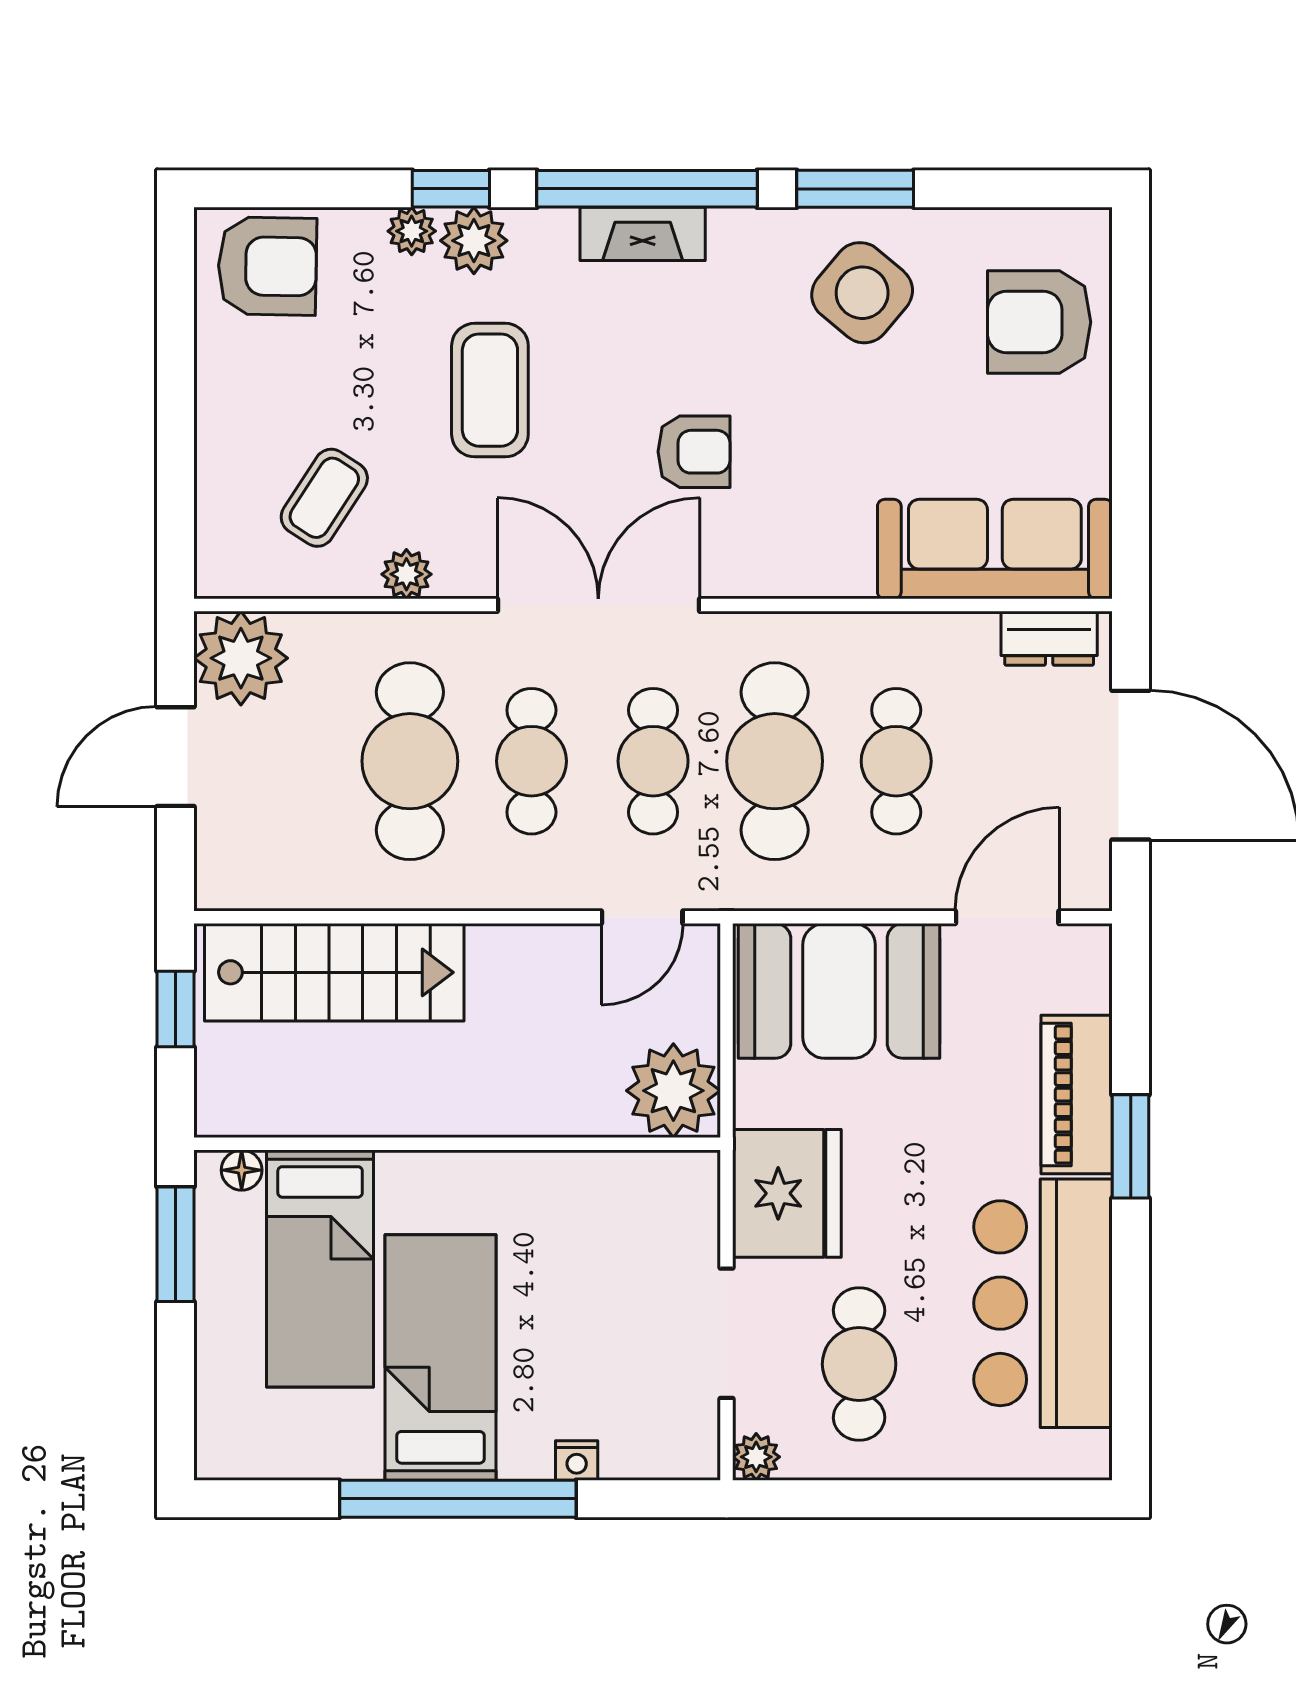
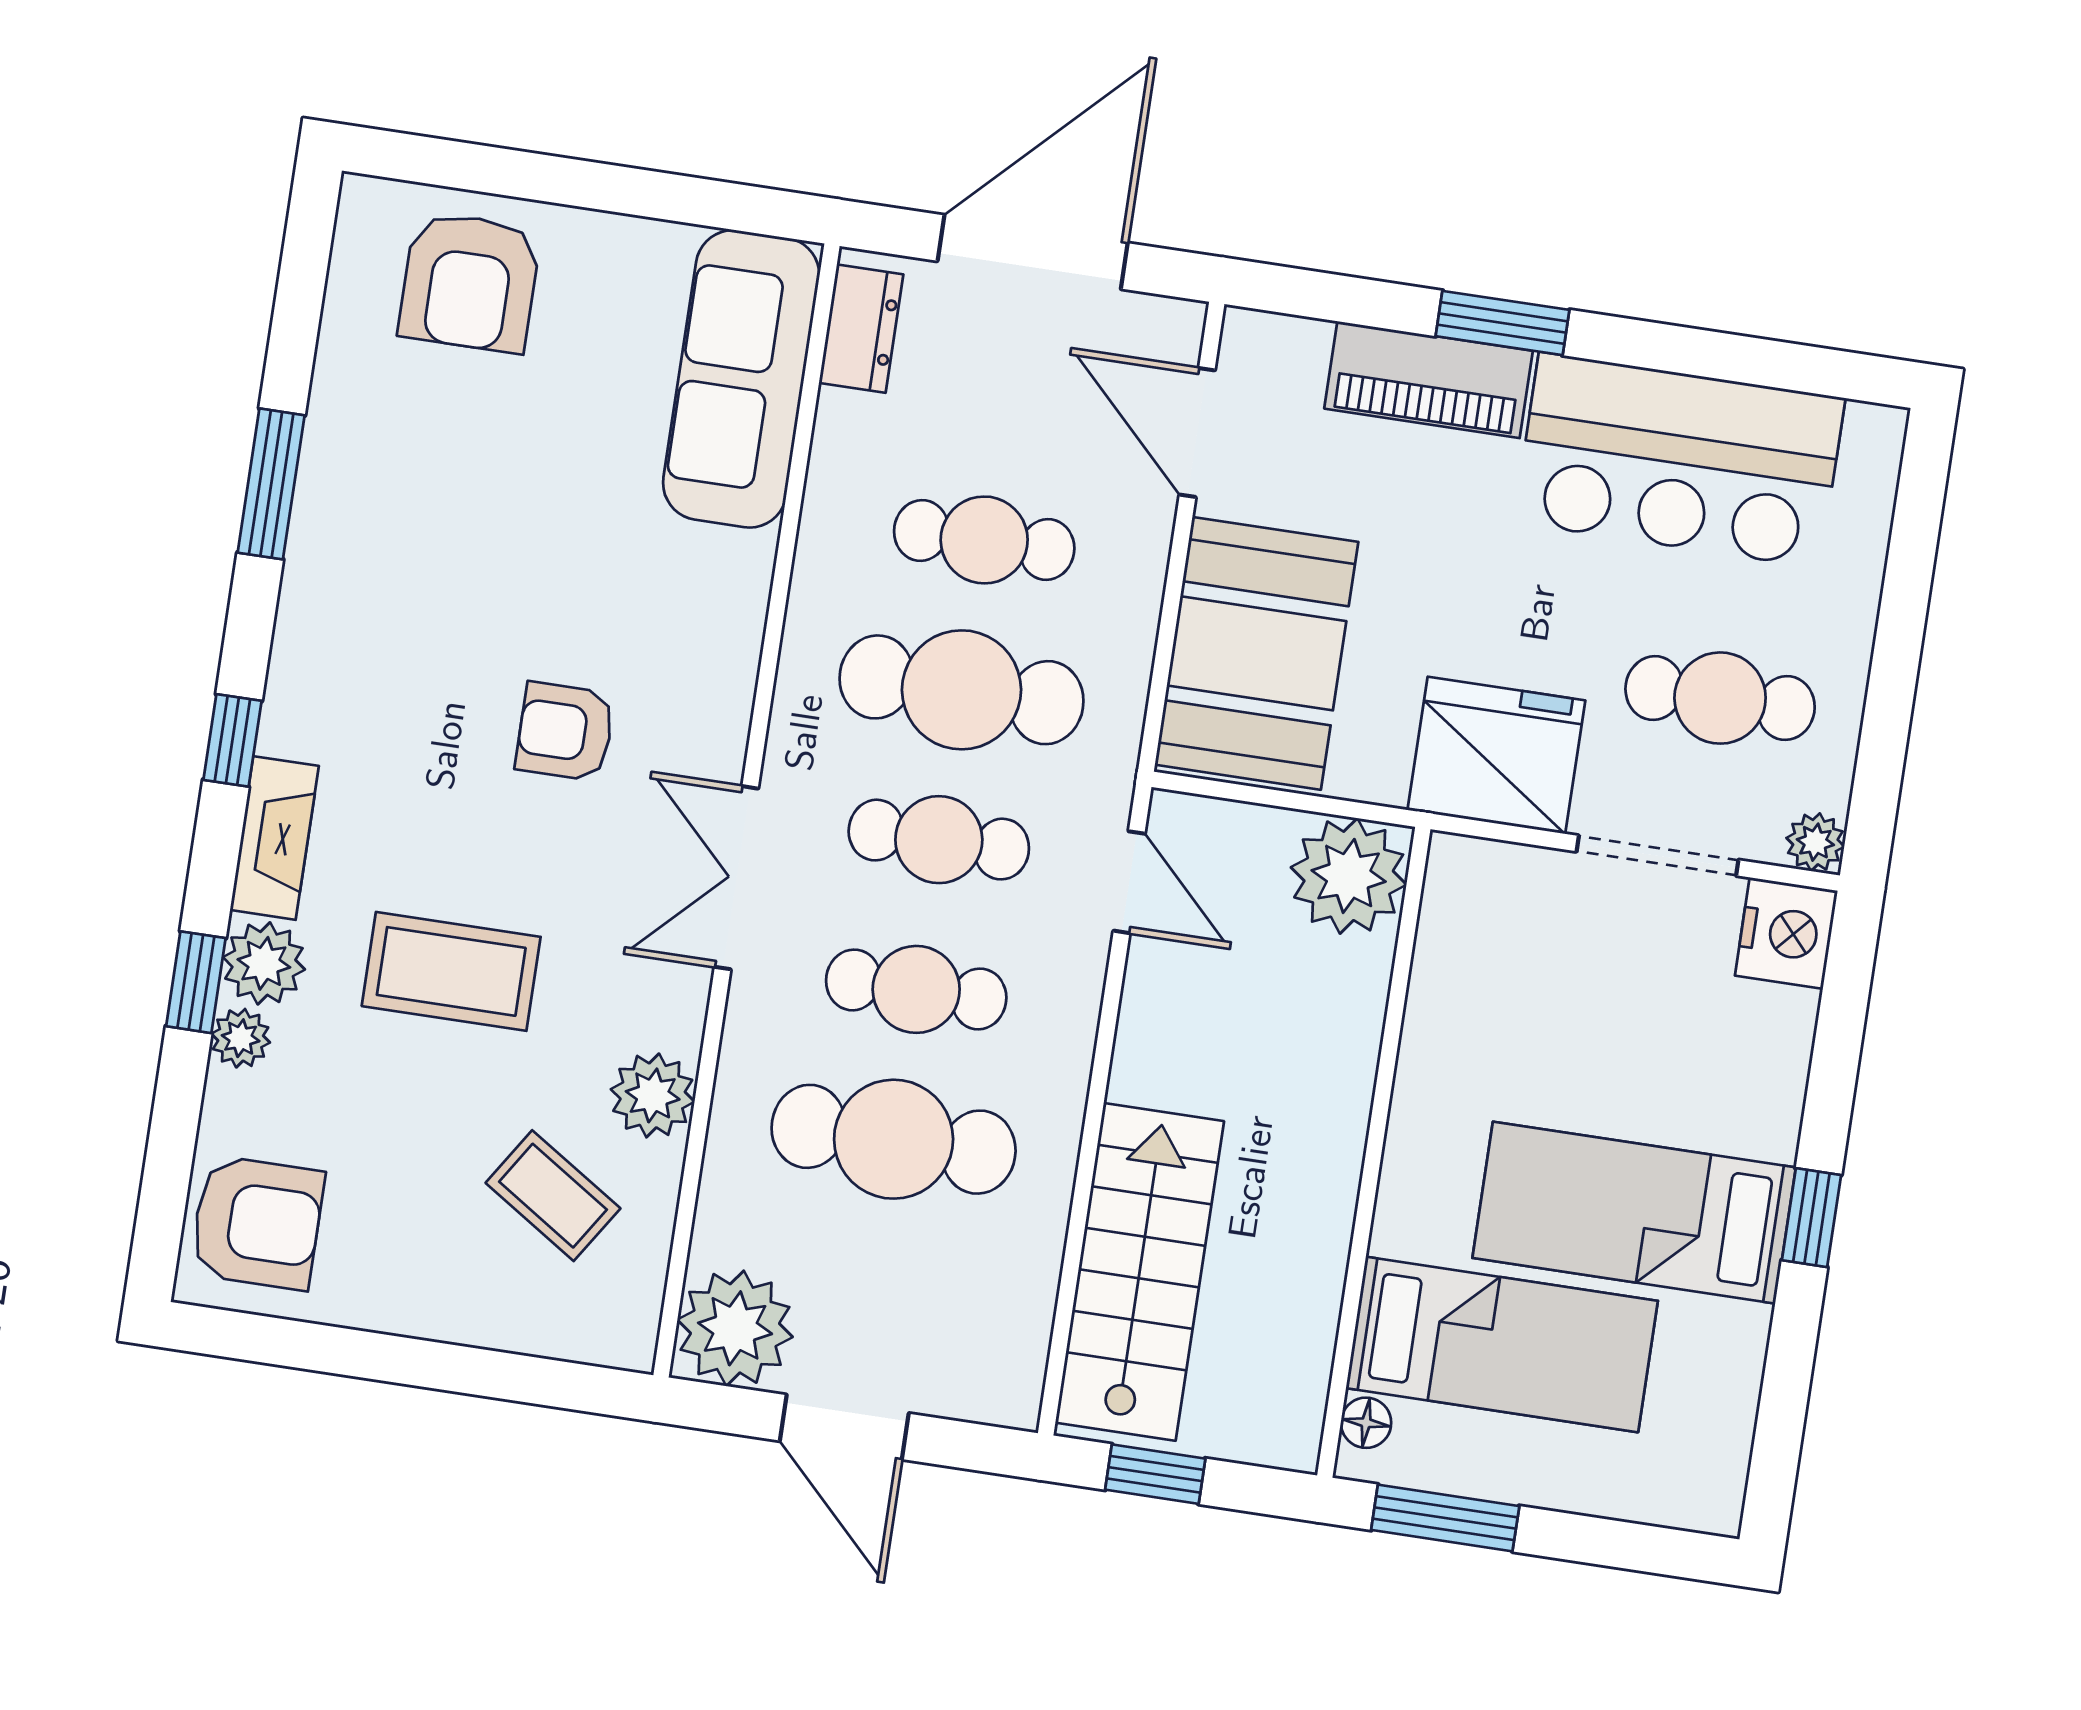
window: (647, 189) -> (232, 740), width x0.32
fireplace: (643, 234) -> (274, 838), moved
armchair: (267, 266) -> (257, 1223), turned 89
side table: (862, 293) -> (401, 495), removed
armchair: (694, 452) -> (565, 732), turned -90
plant: (406, 574) -> (653, 1095), width x1.38, depth x1.38
double door: (598, 605) -> (736, 878), width x0.73
nightstand: (577, 1461) -> (1786, 933), moved, width x1.89, depth x1.79
window: (458, 1499) -> (1811, 1218), width x0.32

